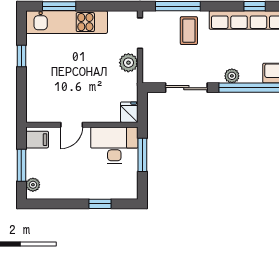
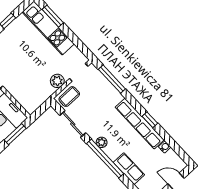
coffee table: (189, 31) -> (69, 97), moved
fridge: (129, 112) -> (31, 106), removed

